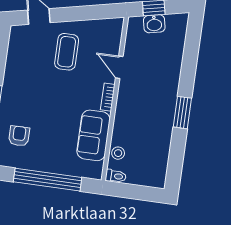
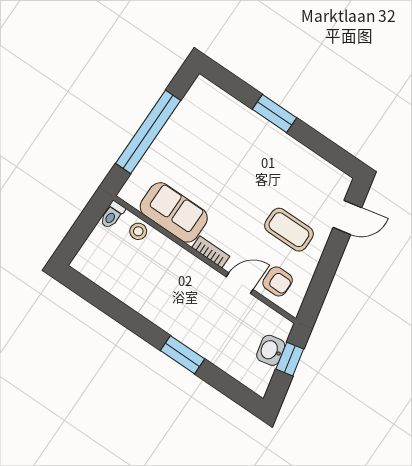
window: (182, 113) -> (182, 355), moved
armchair: (19, 136) -> (278, 281), moved

